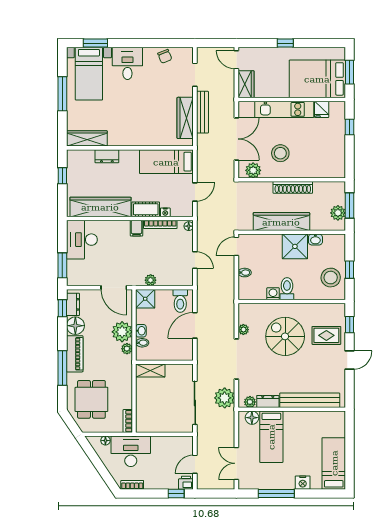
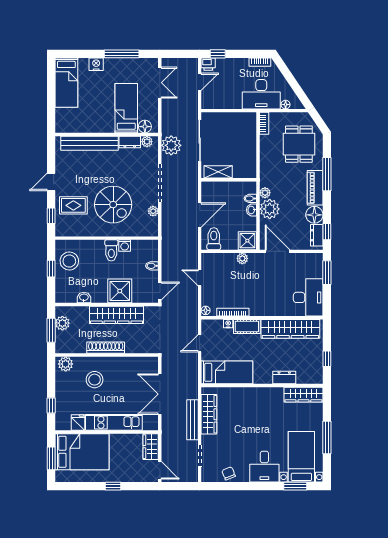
stool: (280, 153) -> (95, 380), moved
plant: (253, 170) -> (66, 364), moved
filing cabinet: (136, 228) -> (256, 308), removed
shower: (295, 246) -> (120, 291), moved
shelving: (150, 371) -> (218, 172), moved

